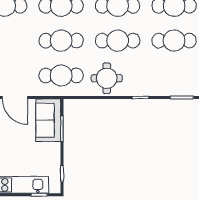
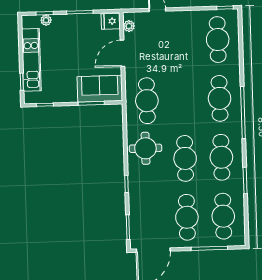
cafe table: (61, 41) -> (183, 100), removed

